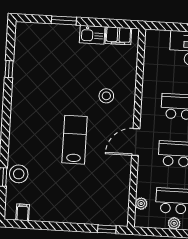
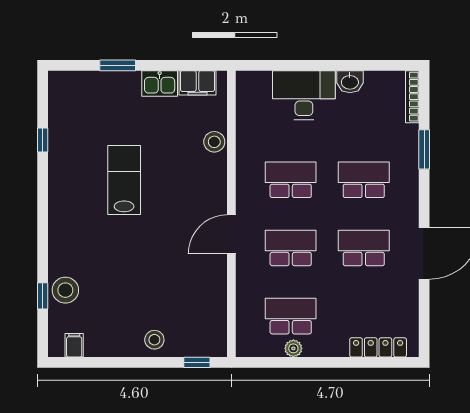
stool: (106, 96) -> (214, 142), moved
lab bench: (75, 140) -> (124, 180), moved
plant: (141, 204) -> (244, 323), removed
stool: (78, 212) -> (154, 340), added

